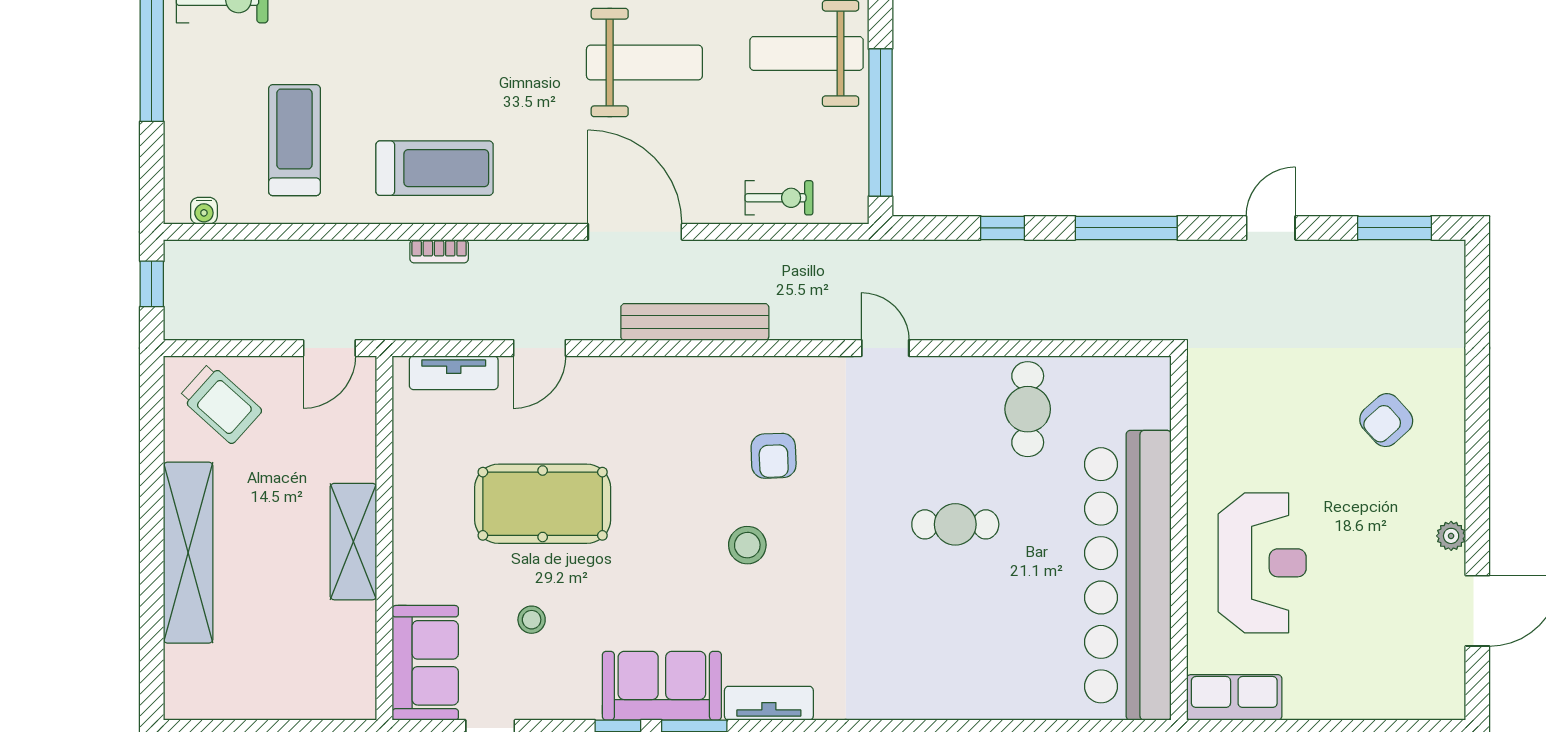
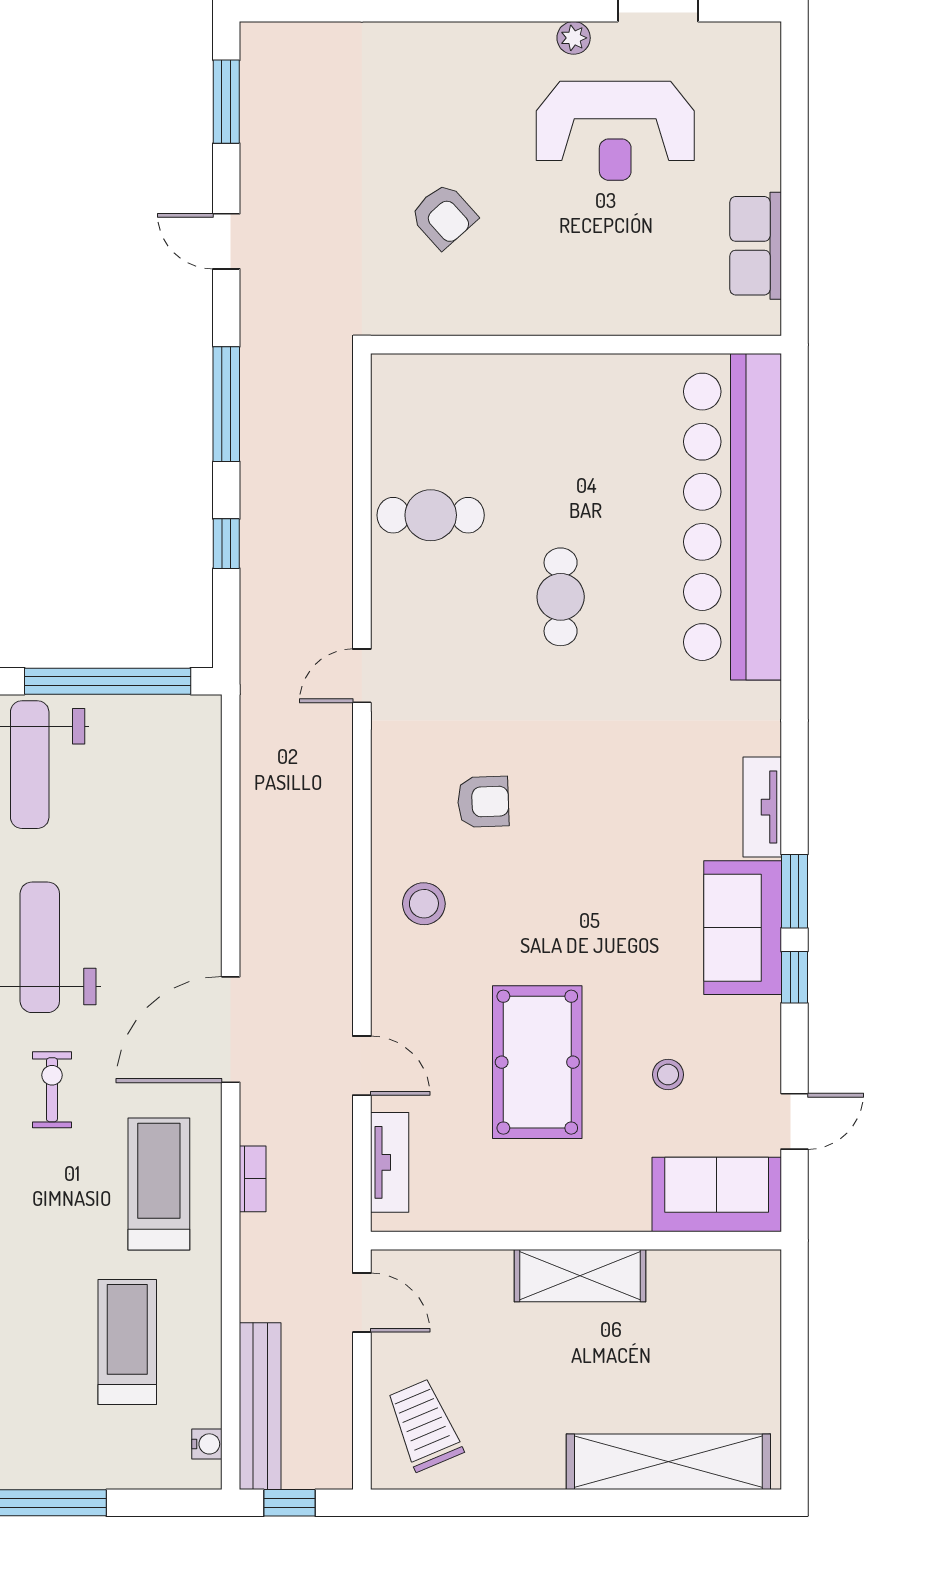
treadmill: (294, 140) -> (127, 1342), turned 90
exercise bike: (779, 198) -> (52, 1090), moved
door: (635, 232) -> (231, 1030), moved
bench: (695, 322) -> (260, 1406), moved
trolley: (221, 404) -> (424, 1425), turned -65
armchair: (1386, 420) -> (444, 216), moved
stool: (747, 545) -> (424, 904), moved
shelving: (188, 553) -> (668, 1462), moved
reception desk: (1262, 563) -> (615, 131), moved, turned 180
bar counter: (1128, 575) -> (732, 517), moved, turned 90
row of seats: (1234, 697) -> (756, 246), moved

